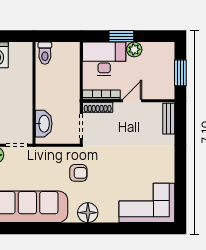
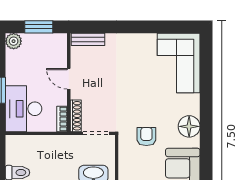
plant: (134, 49) -> (14, 41), moved
bookcase: (101, 95) -> (62, 119), width x0.64

